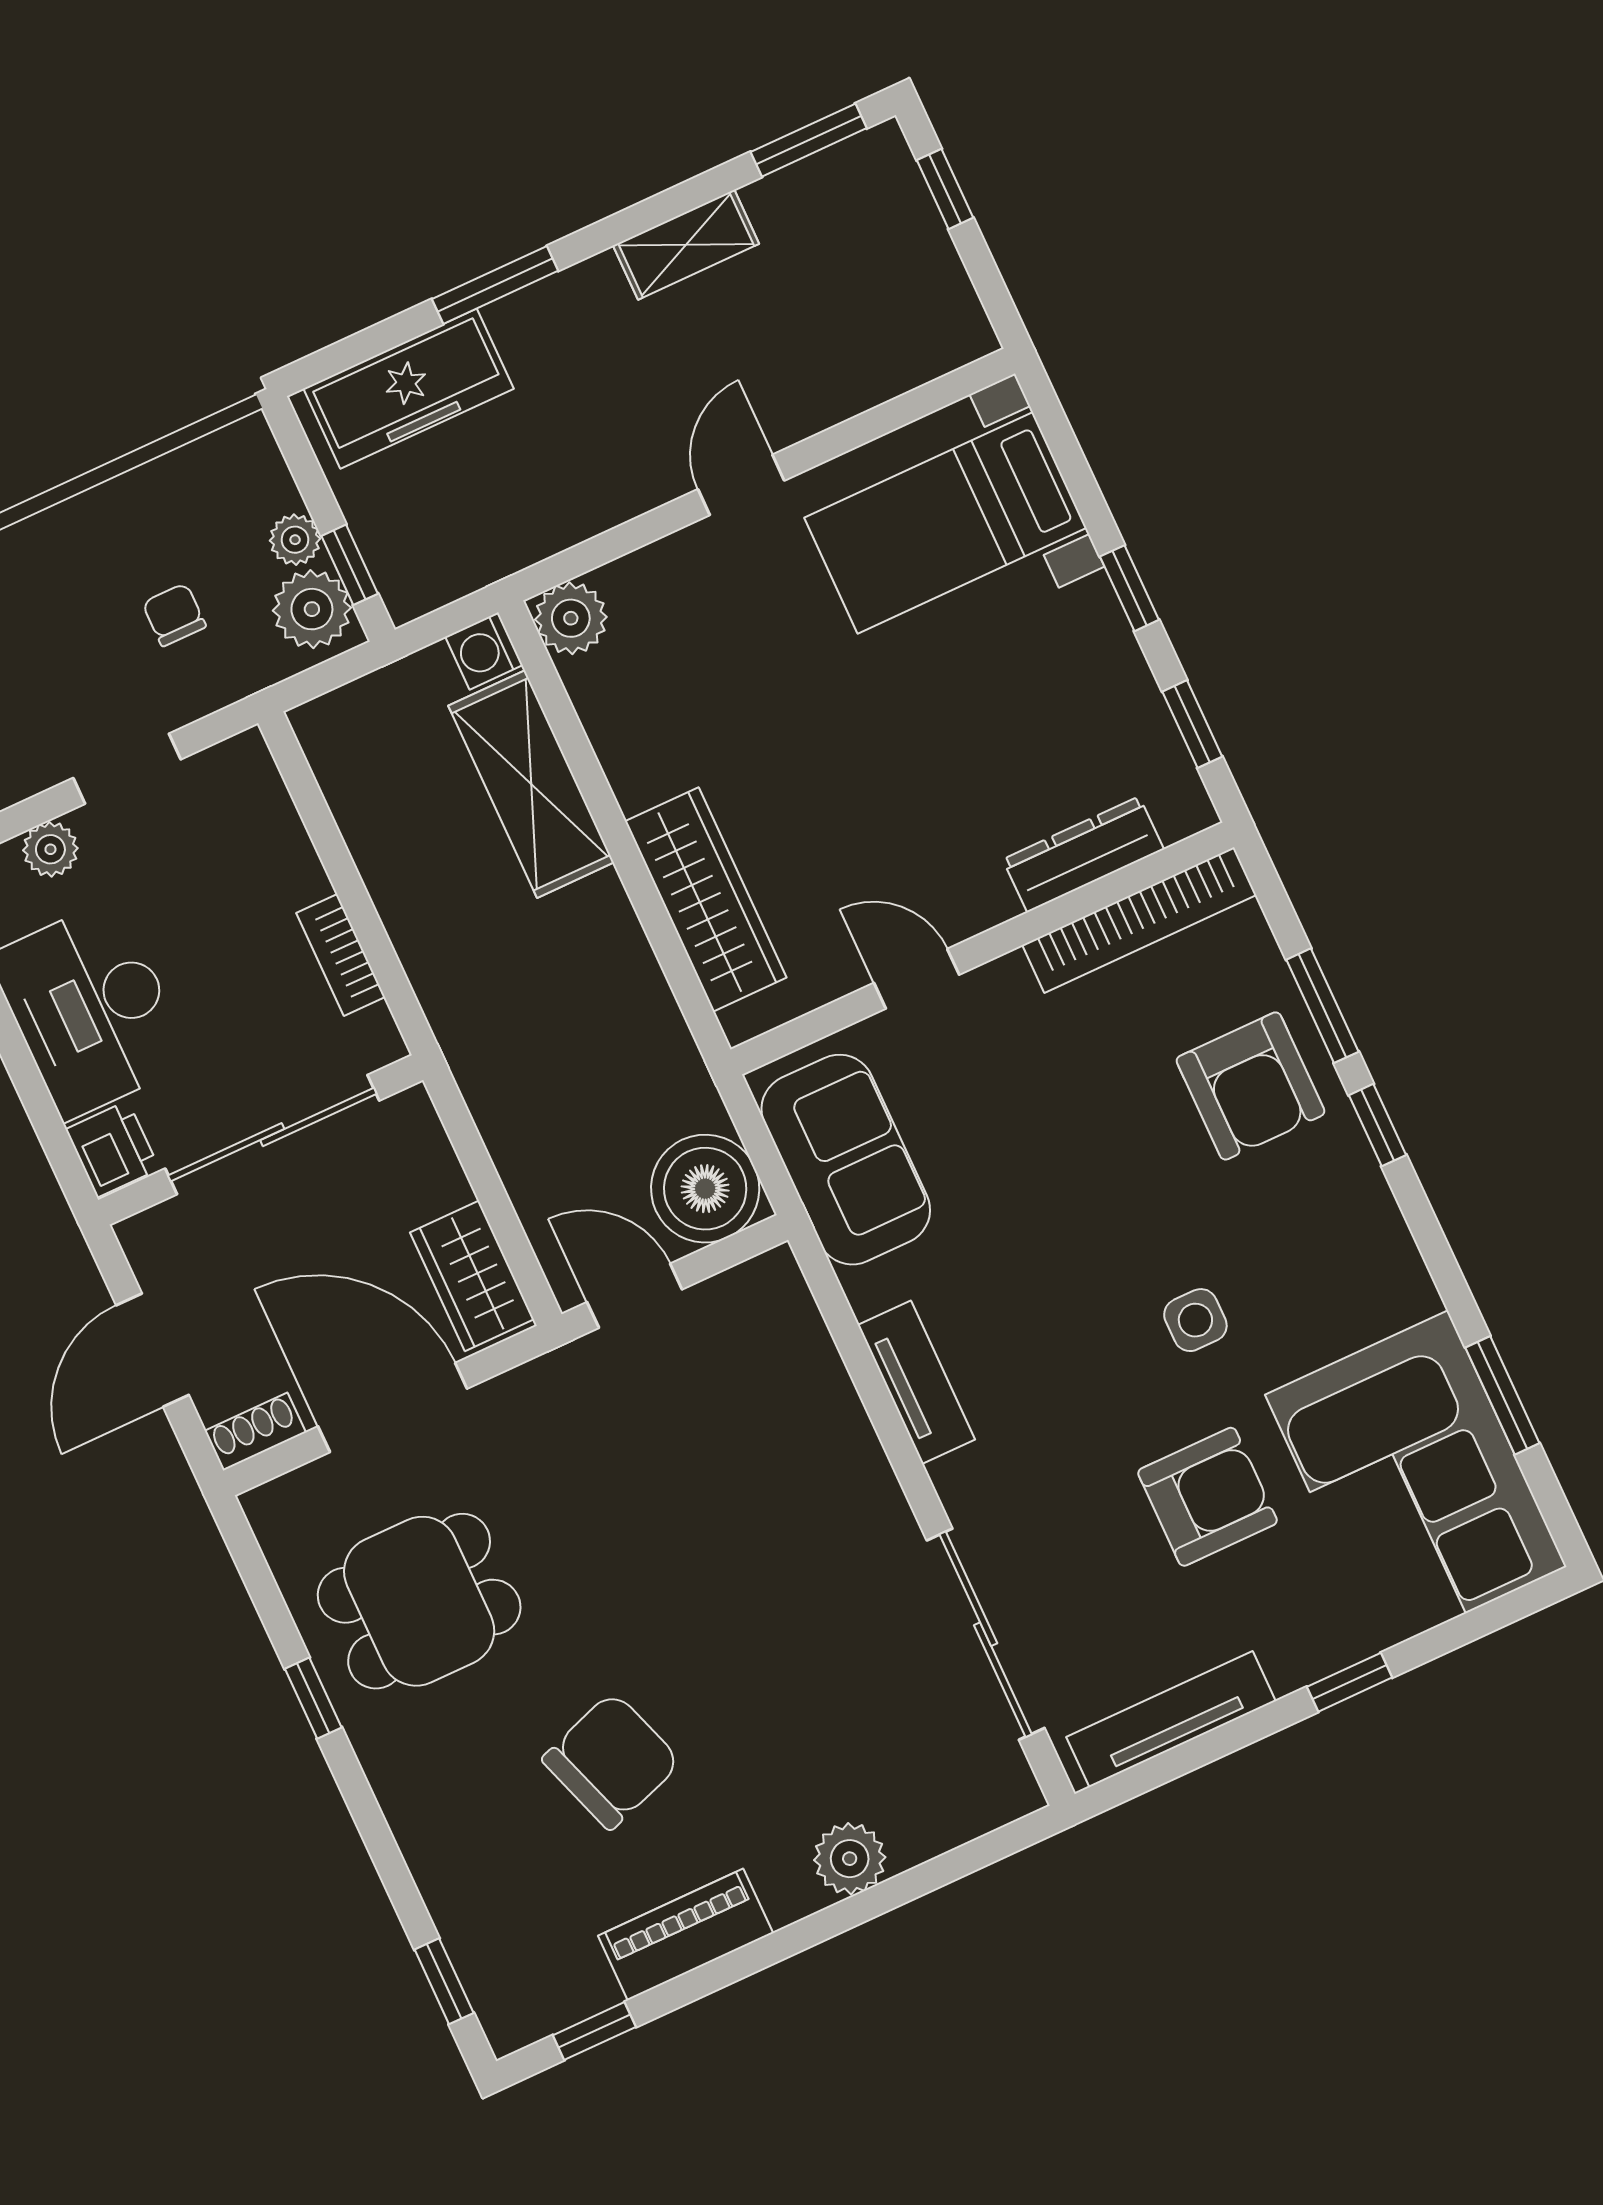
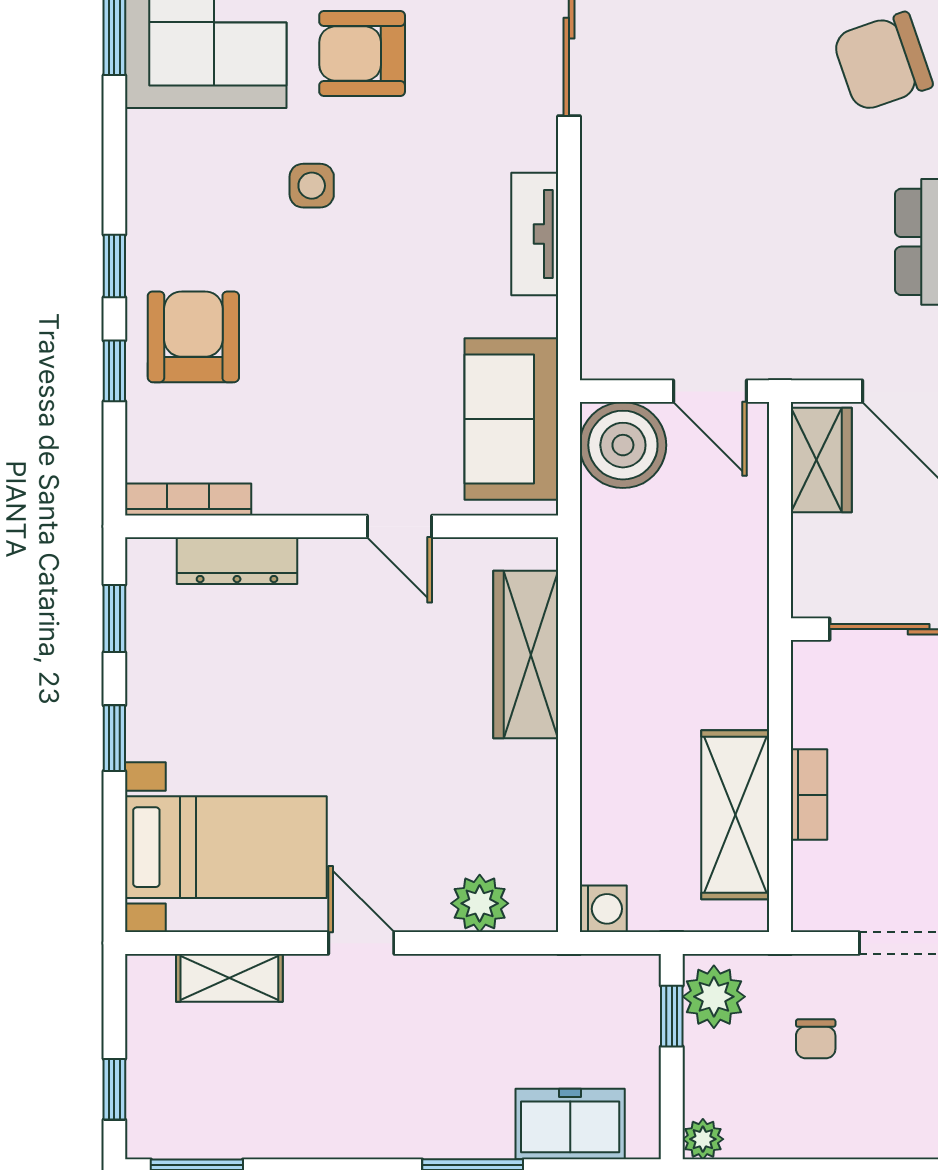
shelving: (686, 245) -> (229, 978), moved
freezer: (409, 389) -> (570, 1124), width x0.71
door: (741, 485) -> (361, 943), swing flipped
plant: (295, 540) -> (703, 1139), moved
plant: (571, 618) -> (480, 903), moved
shelving: (531, 784) -> (735, 815), moved
bookcase: (1139, 920) -> (188, 499), width x0.68, depth x0.76
bookcase: (341, 955) -> (809, 795), moved
window: (1322, 1006) -> (114, 371), width x0.67

